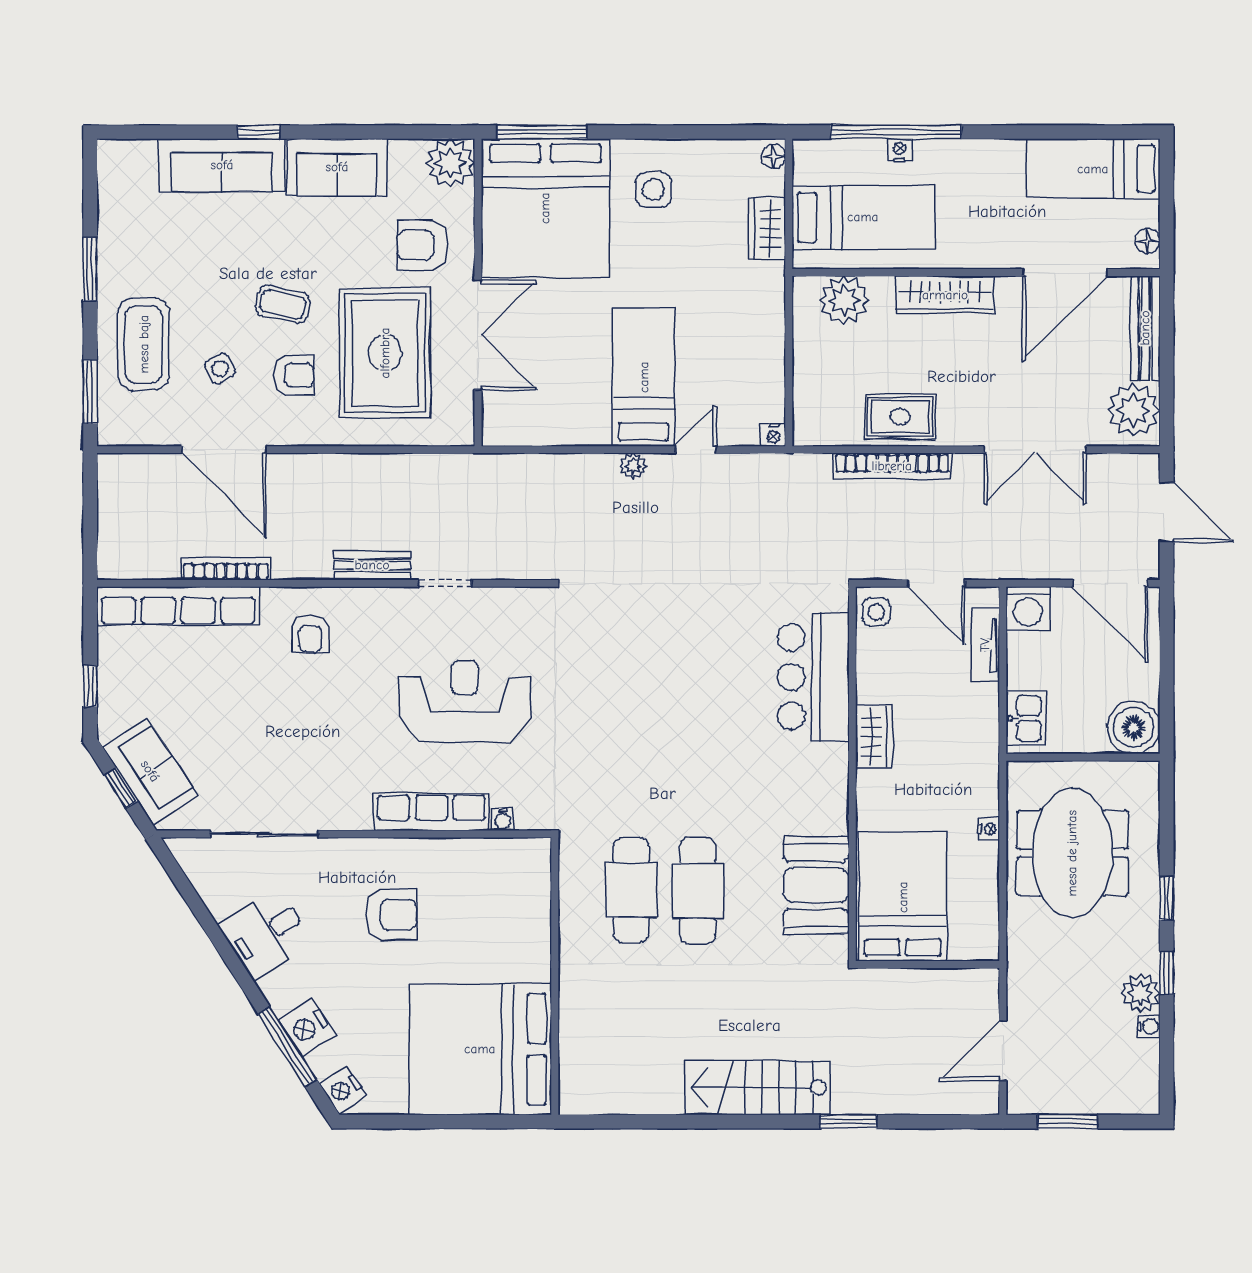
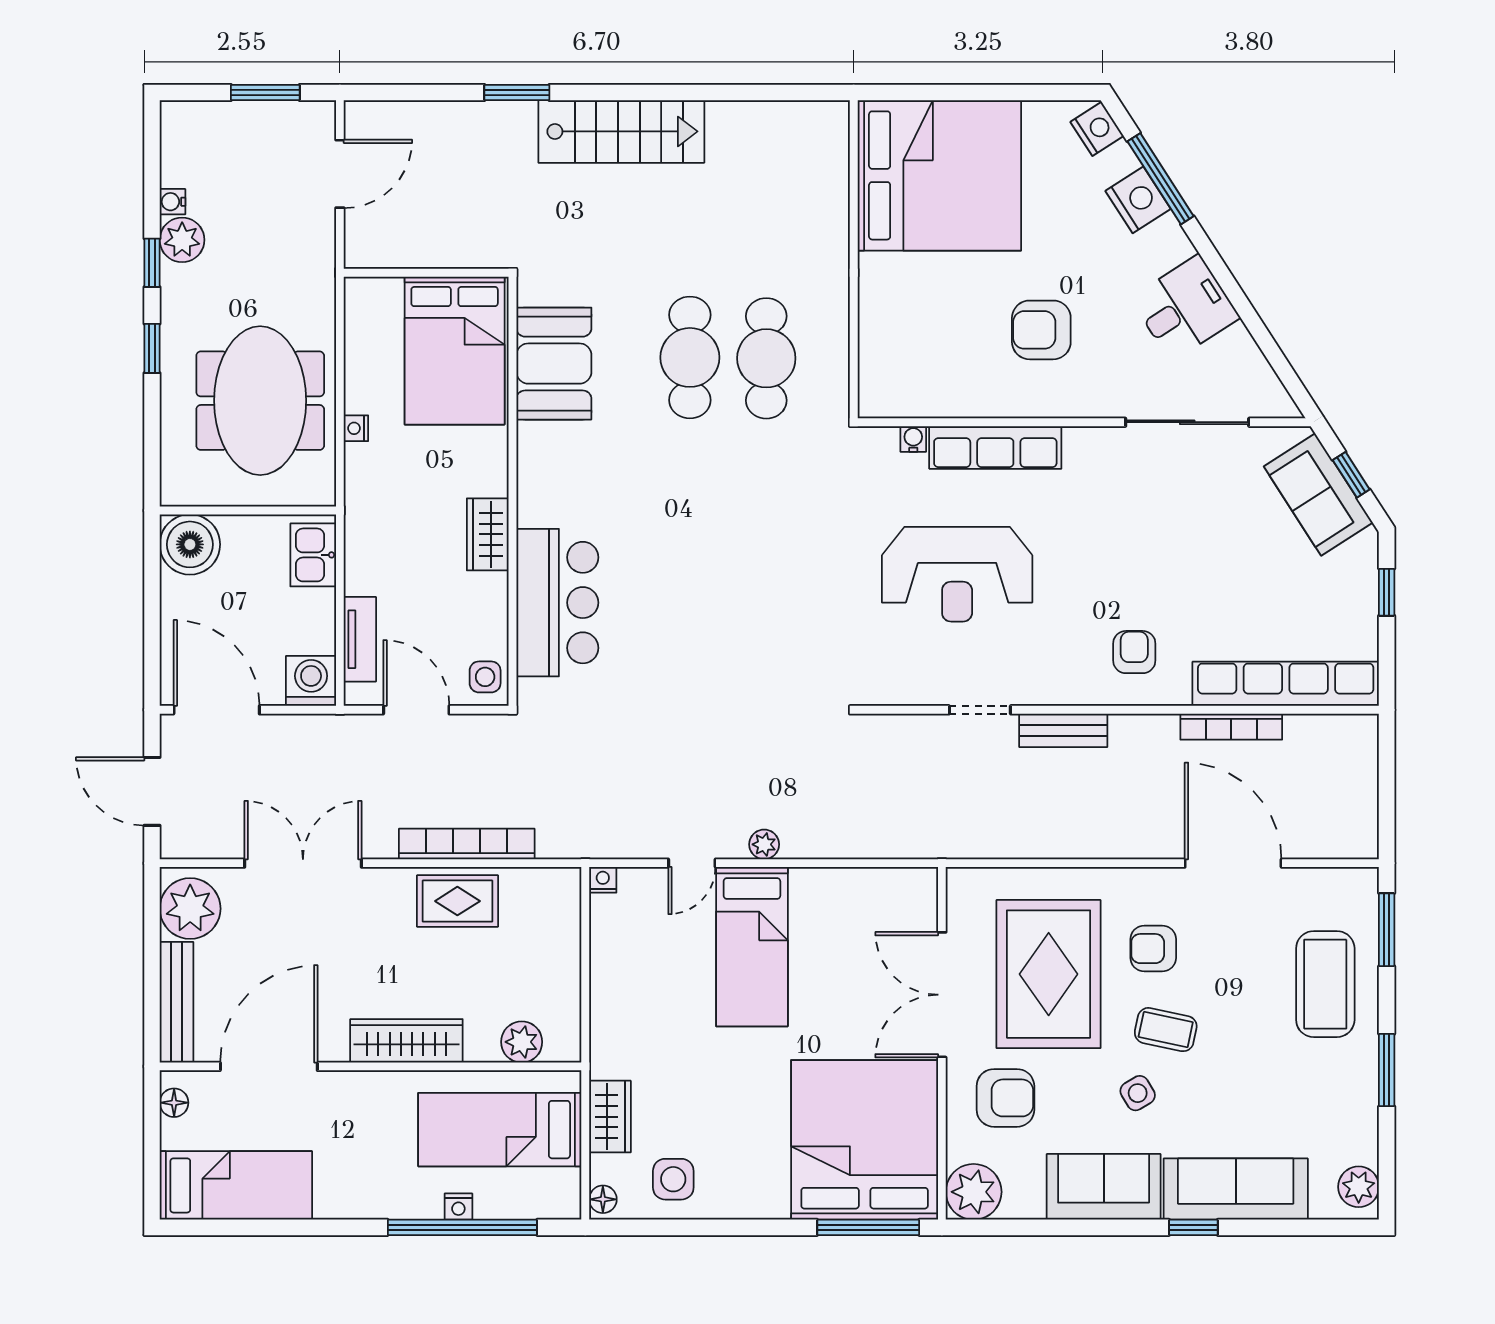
plant: (115, 167) -> (1359, 1187), added
side table: (653, 190) -> (673, 1179), moved
plant: (844, 300) -> (522, 1042), width x0.73, depth x0.73
side table: (220, 369) -> (1138, 1093), moved

